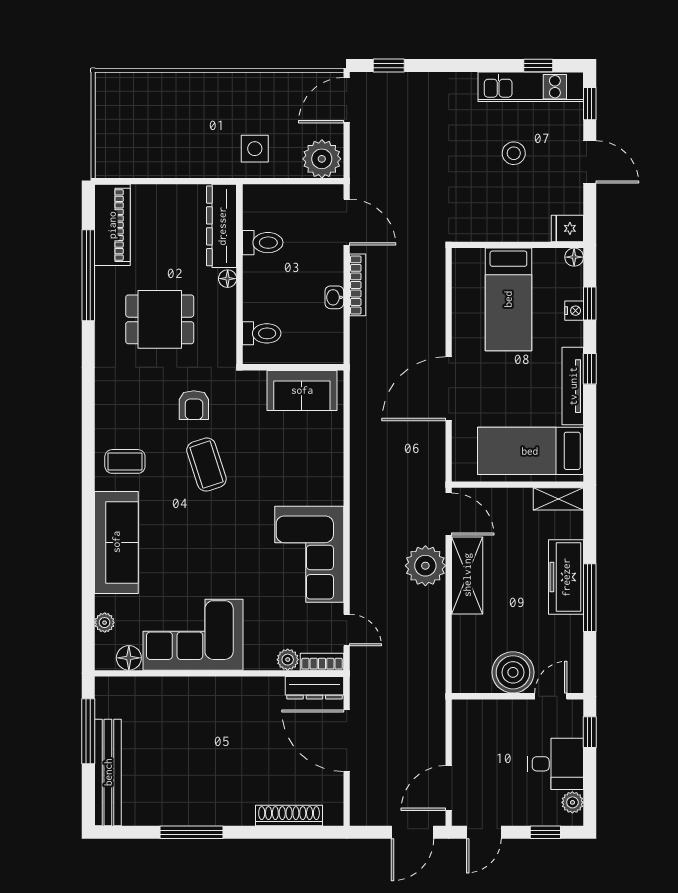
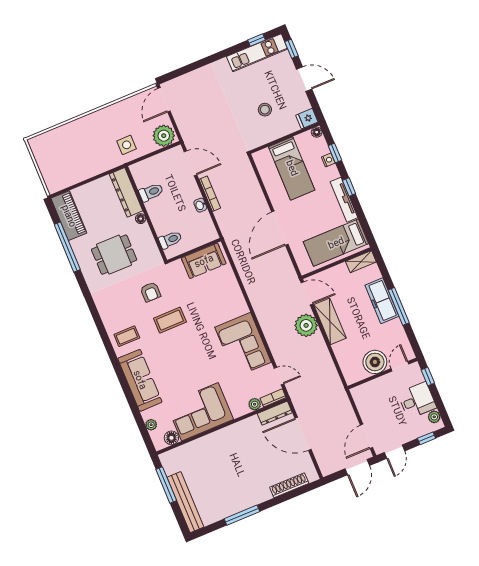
window: (389, 66) -> (178, 72), removed
stool: (514, 153) -> (265, 110), moved
coffee table: (206, 465) -> (170, 320), turned -72

